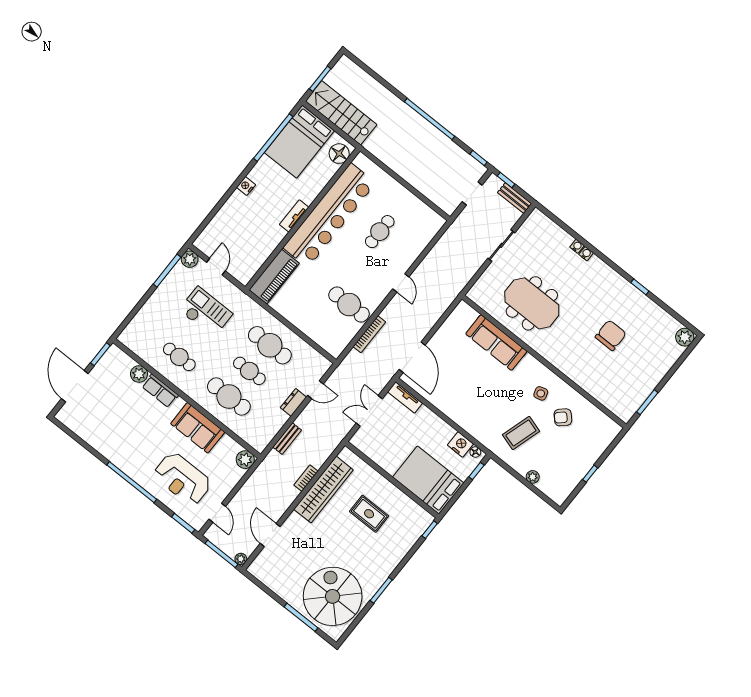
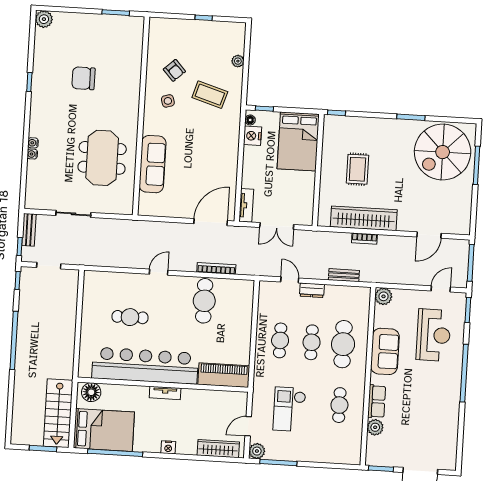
wardrobe: (215, 228) -> (218, 449), added
cafe table: (270, 345) -> (280, 340), width x0.73, depth x0.74
plant: (241, 559) -> (464, 245), removed

